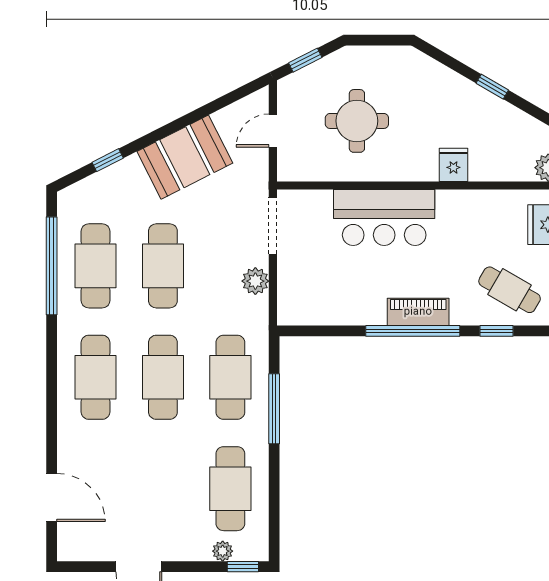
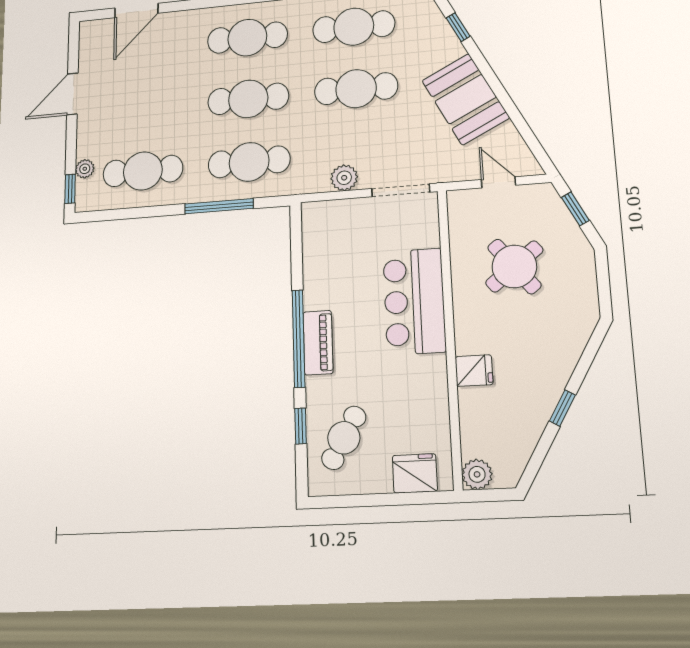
round table: (357, 121) -> (514, 266), turned -38

